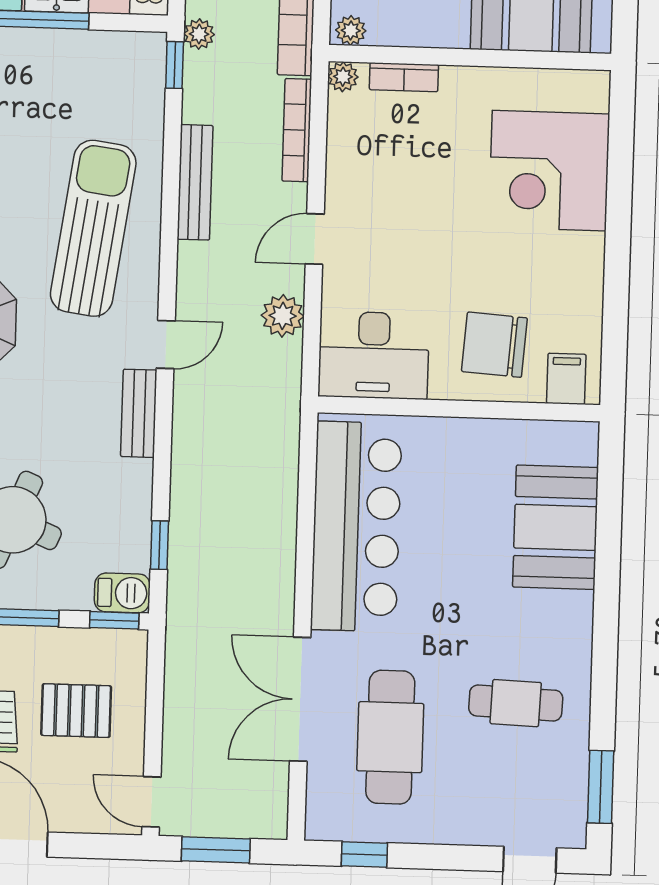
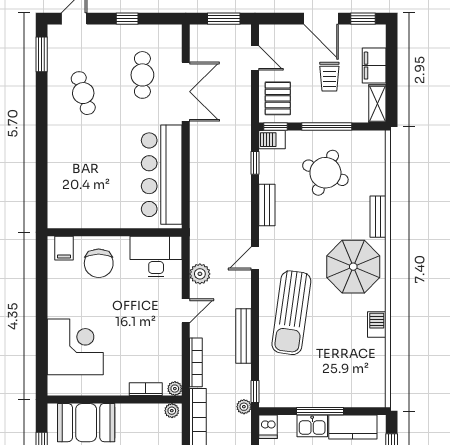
chair: (494, 345) -> (99, 263), turned 86
bench: (139, 413) -> (267, 205), moved
booth: (556, 527) -> (67, 177), removed
cafe table: (516, 703) -> (83, 93), turned 71
pallet: (76, 711) -> (278, 98), moved, turned 90
cafe table: (390, 737) -> (142, 75), width x0.73, depth x0.74
door: (151, 802) -> (255, 58), moved
window: (364, 855) -> (127, 19), moved

